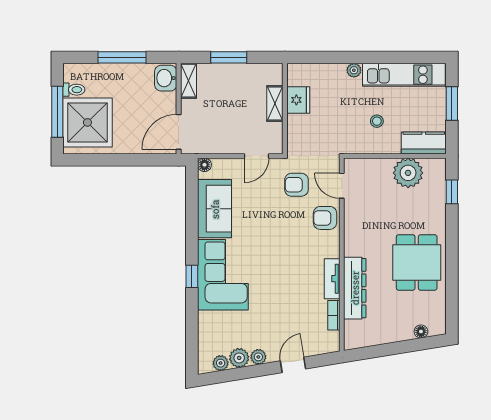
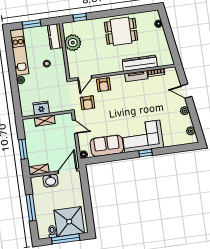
washbasin: (166, 78) -> (51, 181), moved
door: (179, 132) -> (68, 171), swing flipped
plant: (239, 358) -> (187, 121), removed

